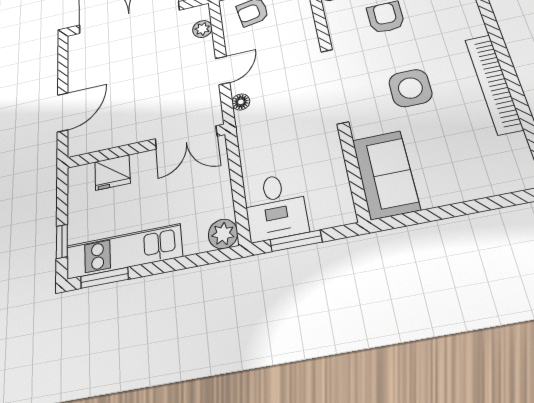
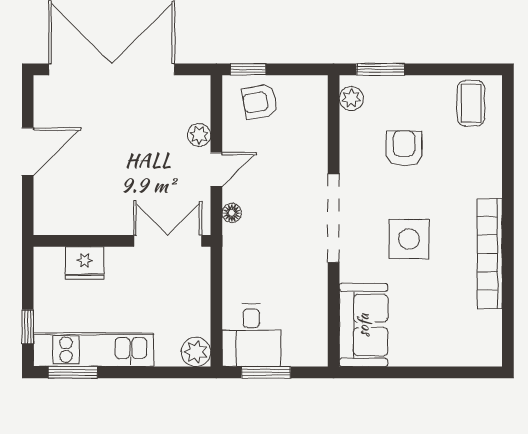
plant: (202, 29) -> (199, 135), moved
door: (63, 112) -> (28, 152), moved
double door: (186, 137) -> (168, 241), swing flipped

